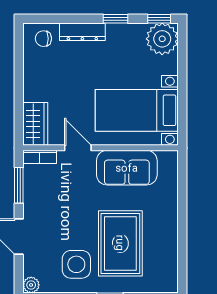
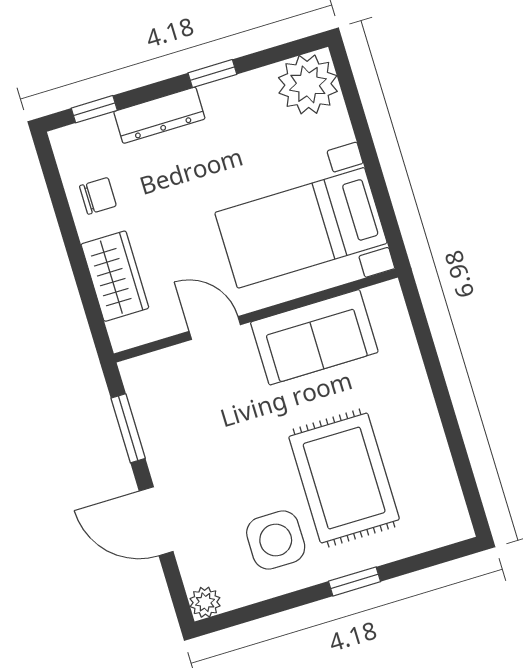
window: (159, 19) -> (94, 109), moved
chair: (43, 39) -> (98, 196), moved, turned 180
wardrobe: (35, 124) -> (115, 276), moved
bookcase: (40, 157) -> (150, 365), removed

